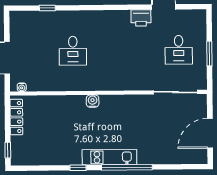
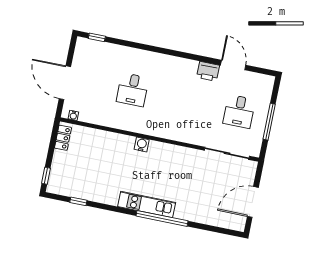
window: (47, 8) -> (97, 37), moved
window: (209, 54) -> (269, 122), width x1.44
locker: (16, 117) -> (63, 138), width x0.66
window: (78, 168) -> (78, 201), moved

